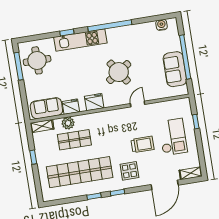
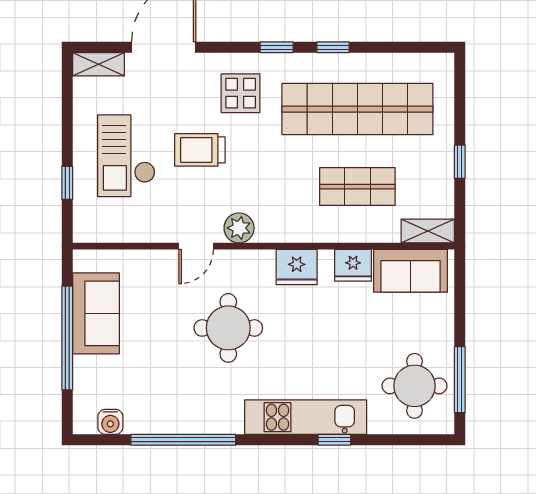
window: (110, 26) -> (183, 440), moved
round table: (119, 72) -> (228, 328), turned 34
plant: (68, 123) -> (239, 228), moved

